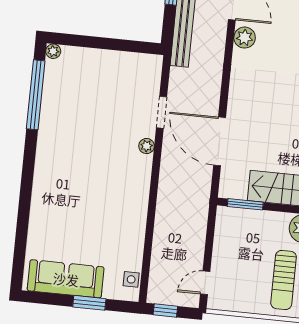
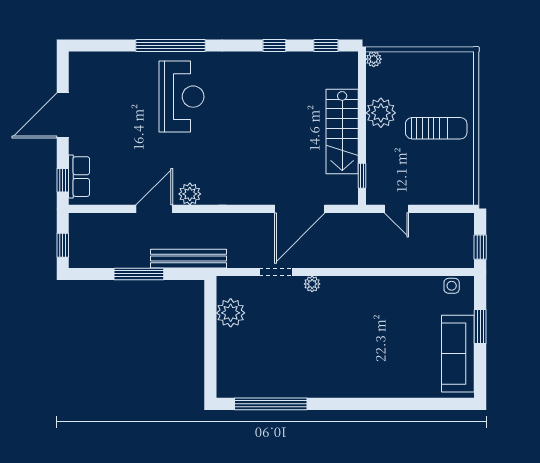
plant: (53, 51) -> (231, 313), moved, width x1.88, depth x1.88
window: (245, 204) -> (362, 176), width x0.67
door: (205, 283) -> (397, 209), moved

